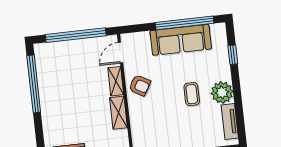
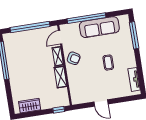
window: (185, 23) -> (87, 18), moved
window: (233, 55) -> (134, 35), width x2.17
plant: (222, 92) -> (128, 60), removed

